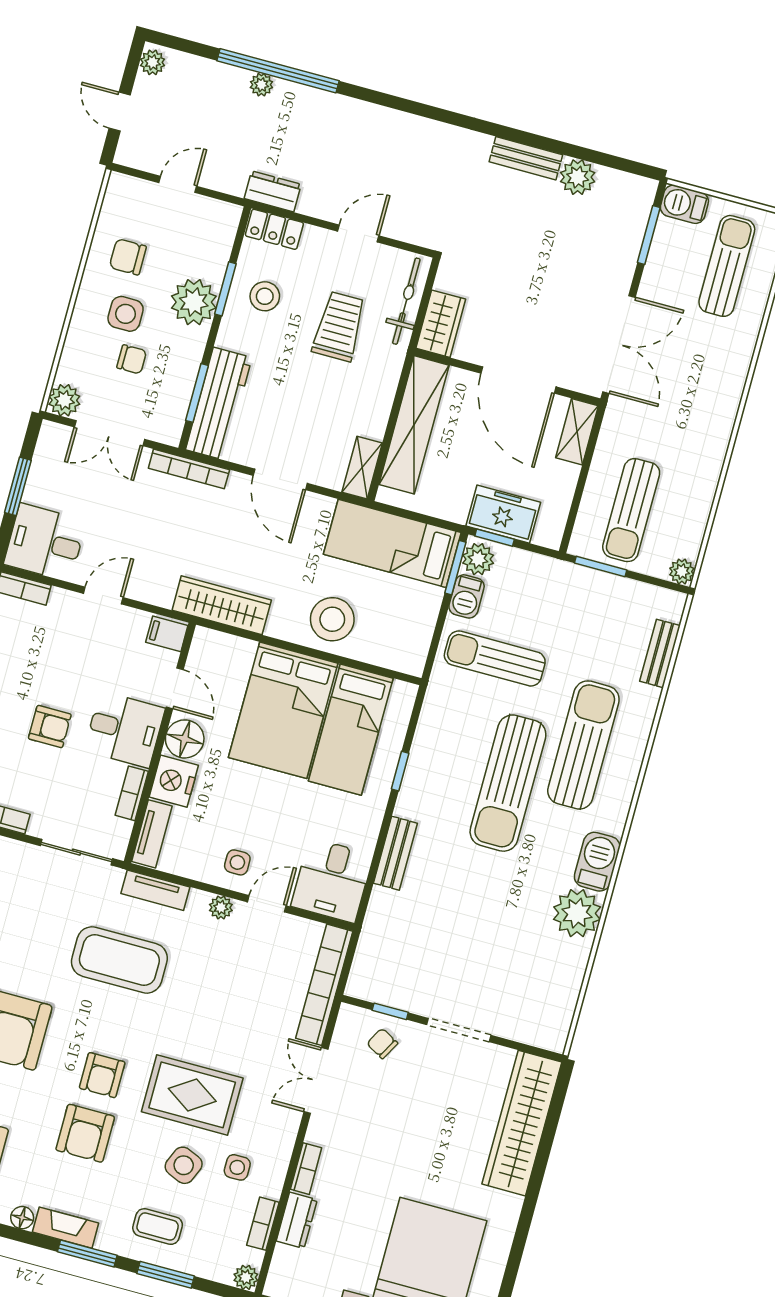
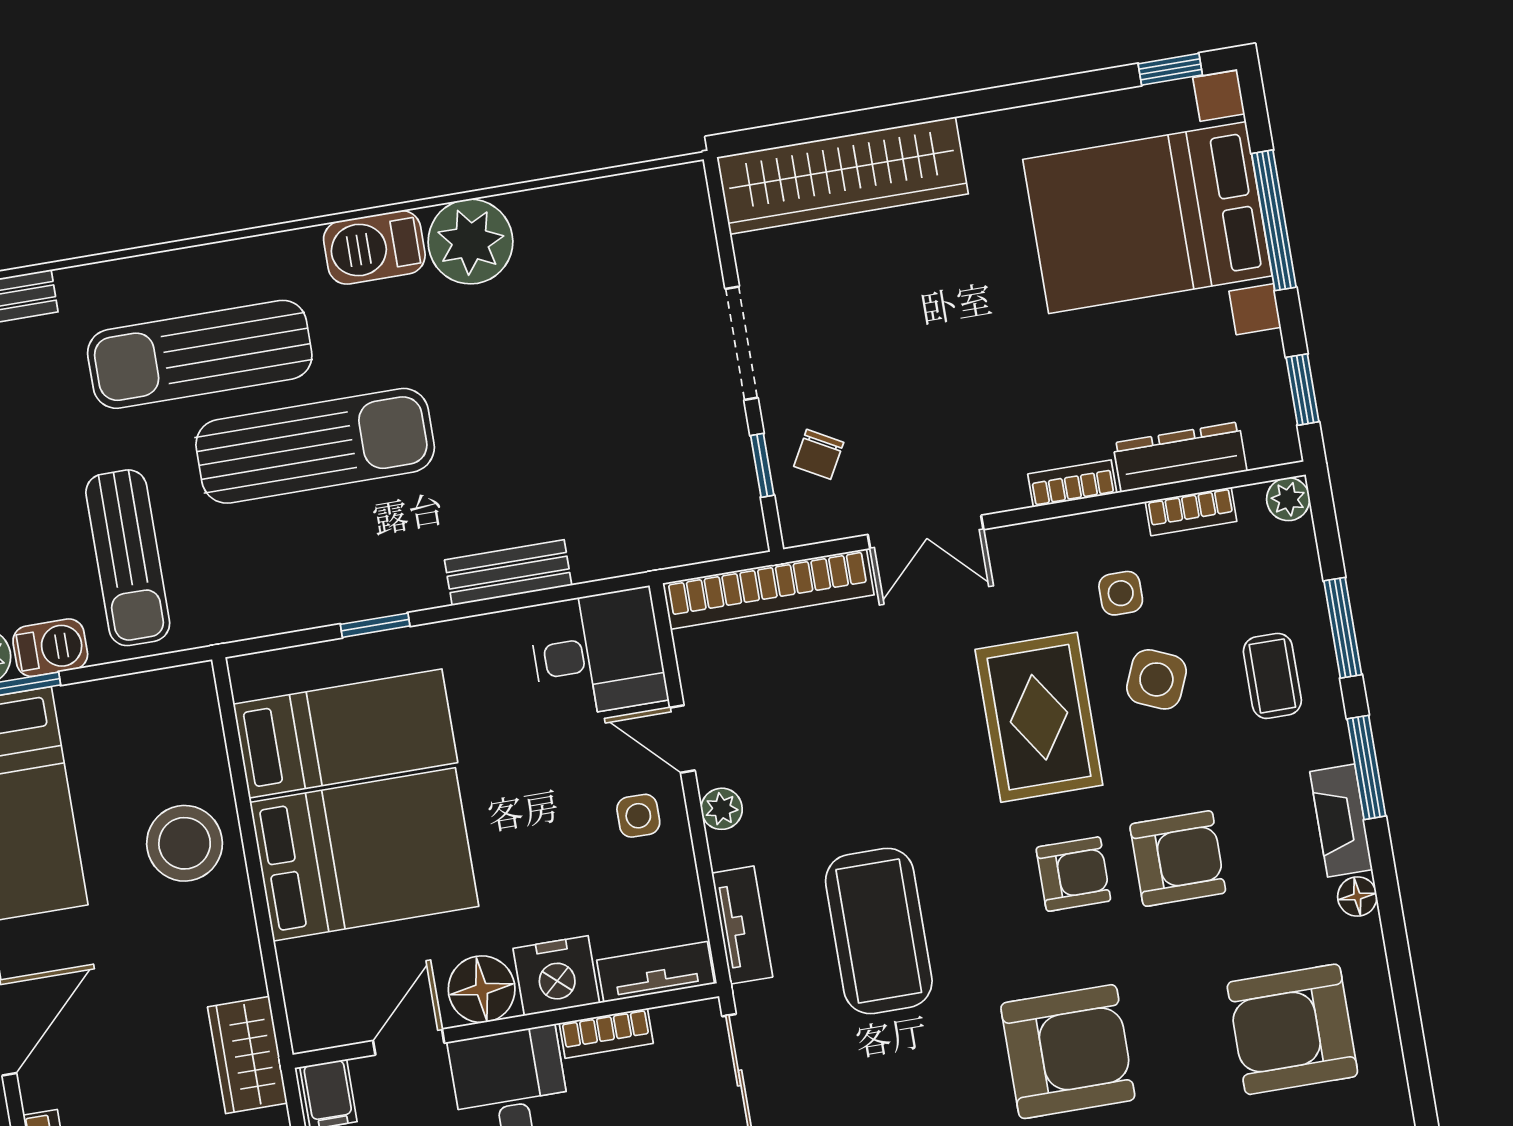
wardrobe: (222, 605) -> (247, 1055), width x0.67
dresser: (297, 1220) -> (1180, 457), width x1.44

